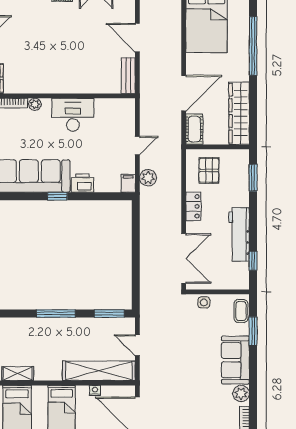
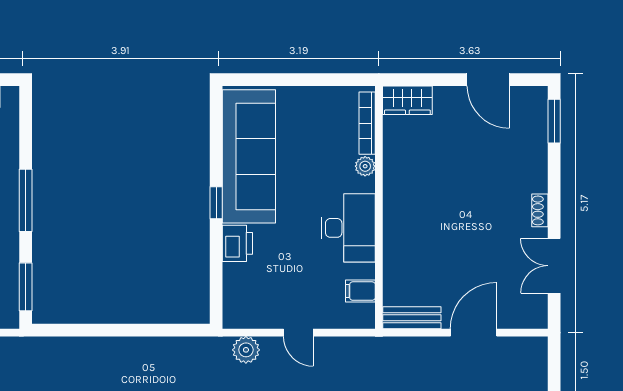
filing cabinet: (128, 183) -> (360, 291), moved, turned 180

